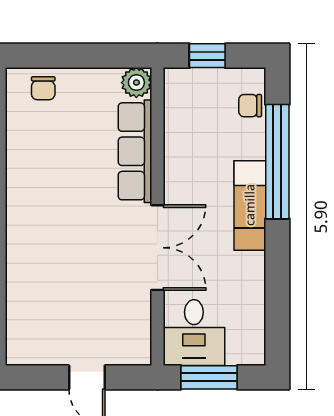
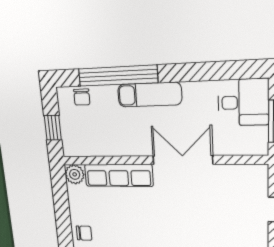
desk: (194, 333) -> (243, 102), moved

